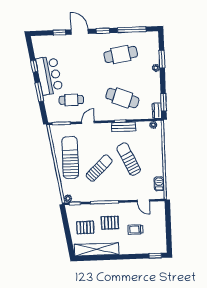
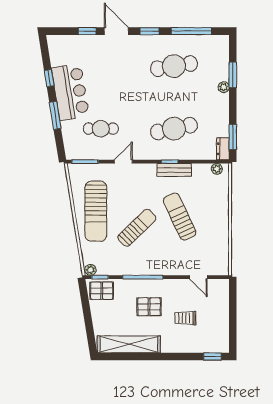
cafe table: (122, 98) -> (174, 129), turned -33
sun lounger: (70, 158) -> (96, 211), turned 180
barbecue: (159, 184) -> (222, 254), removed
pallet: (85, 227) -> (102, 291), moved

